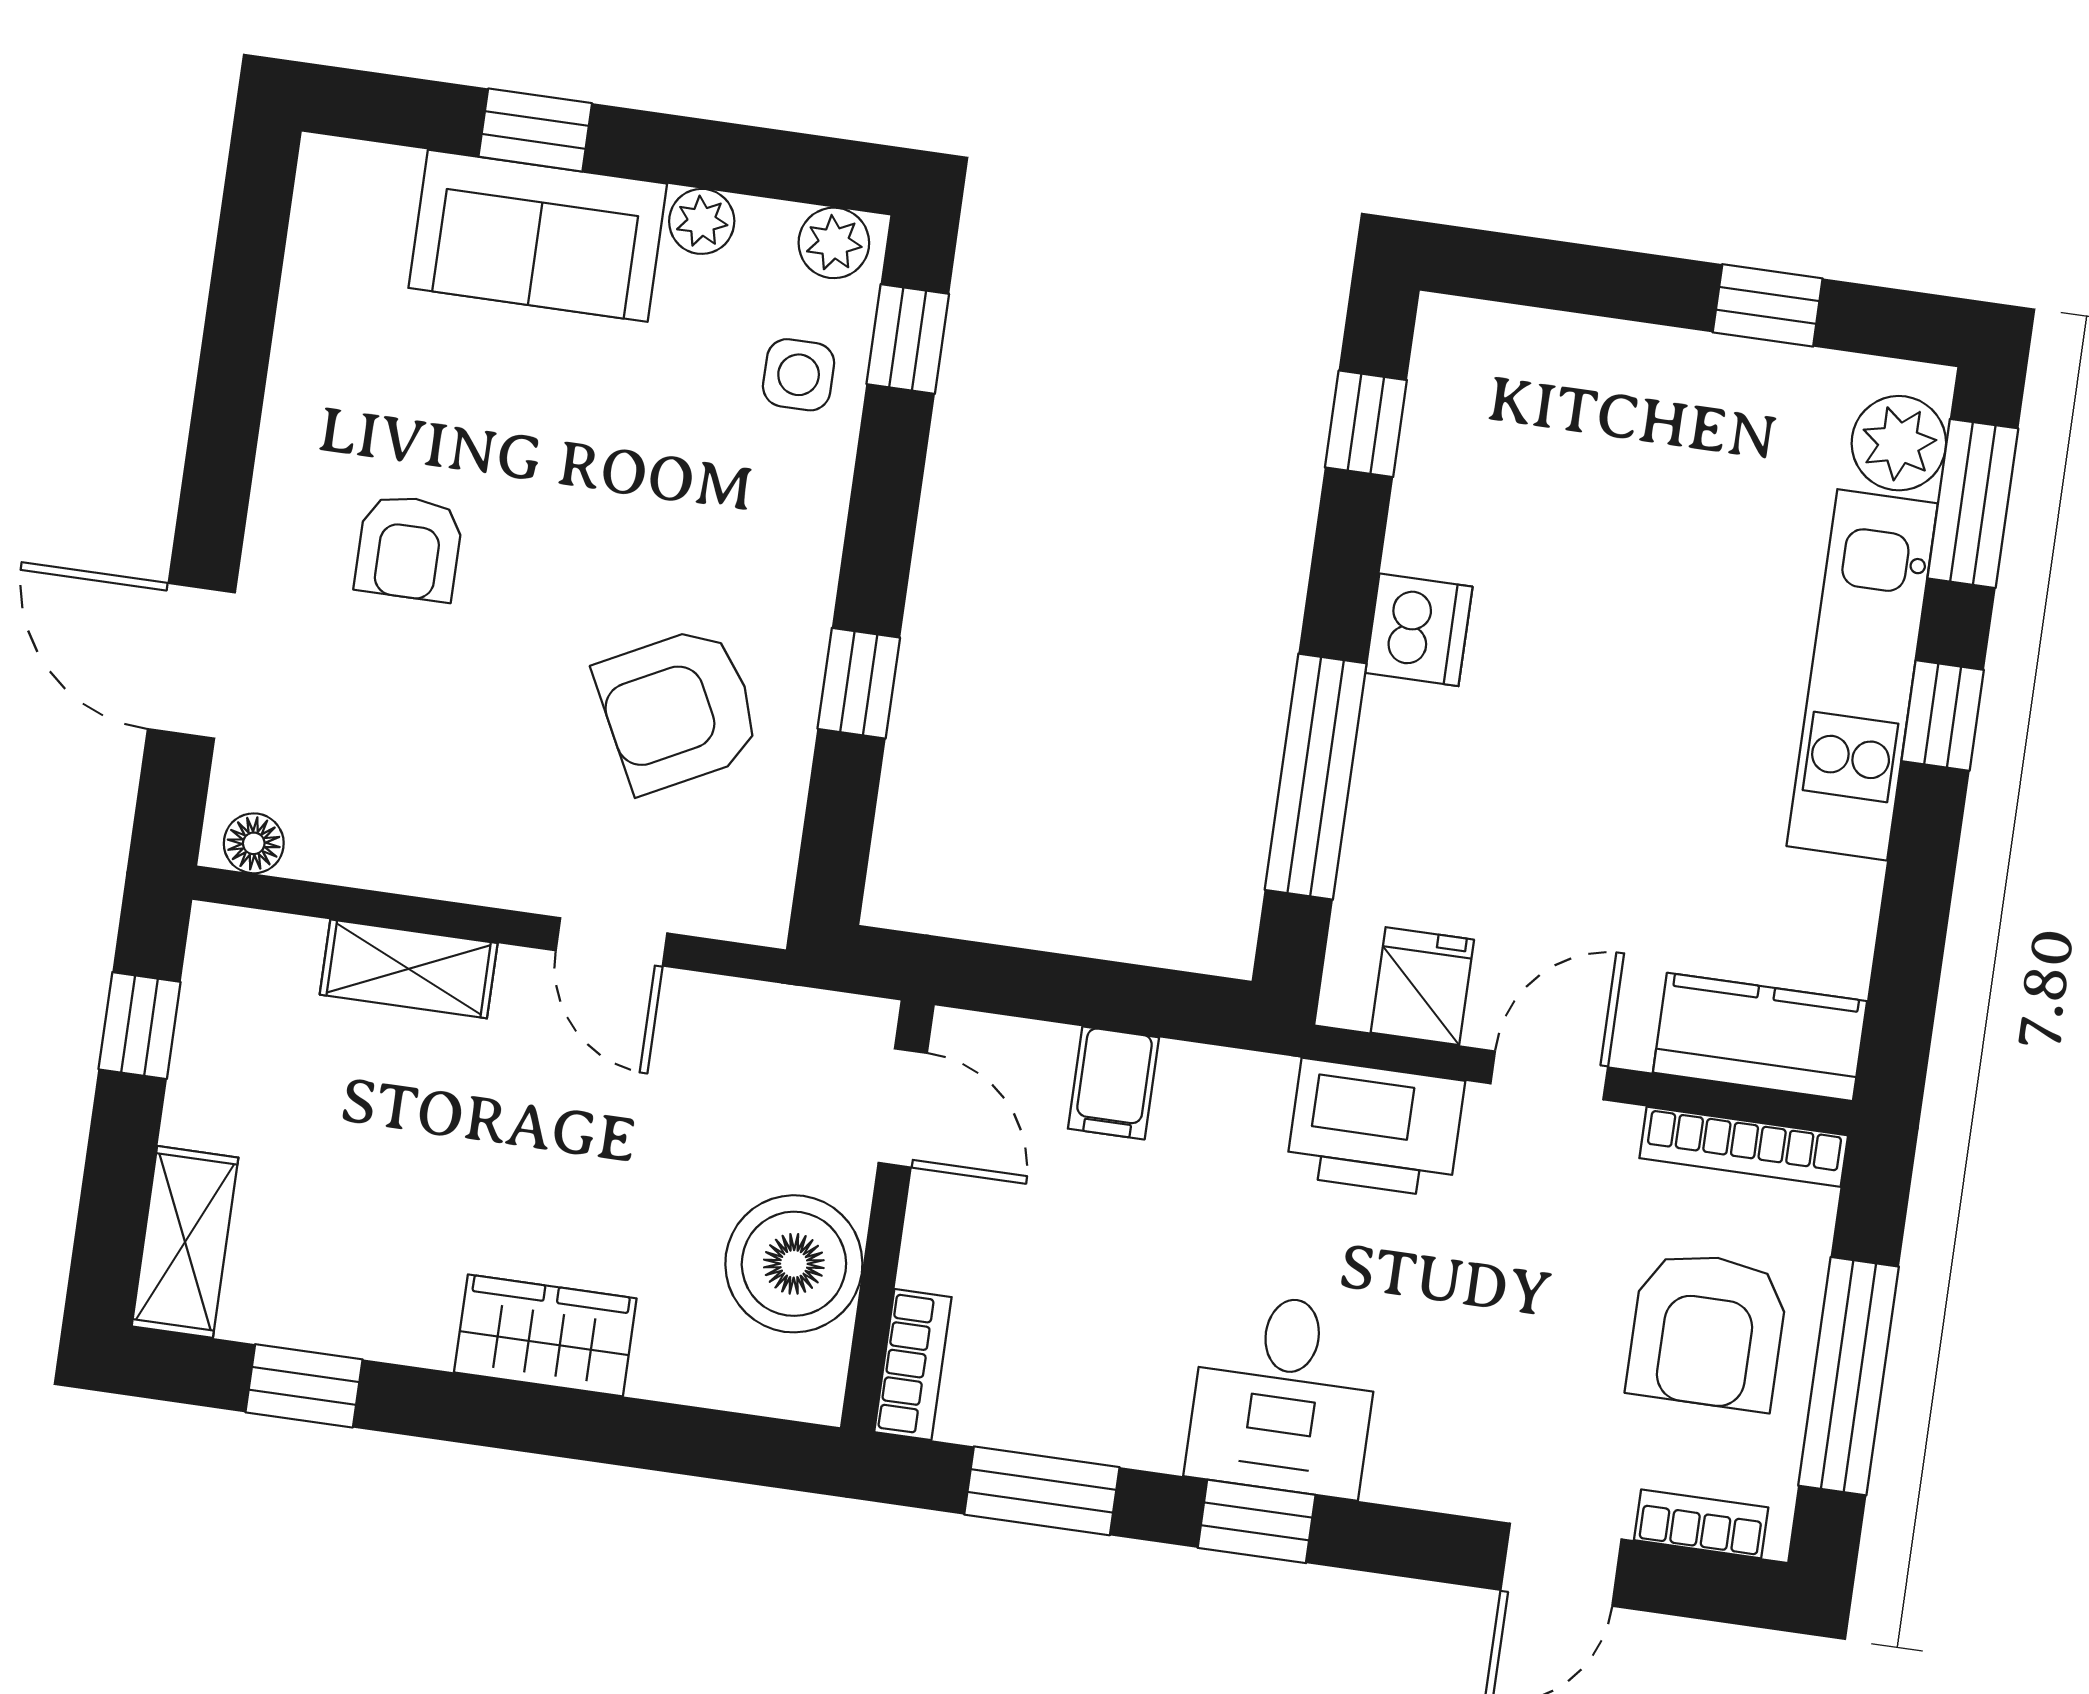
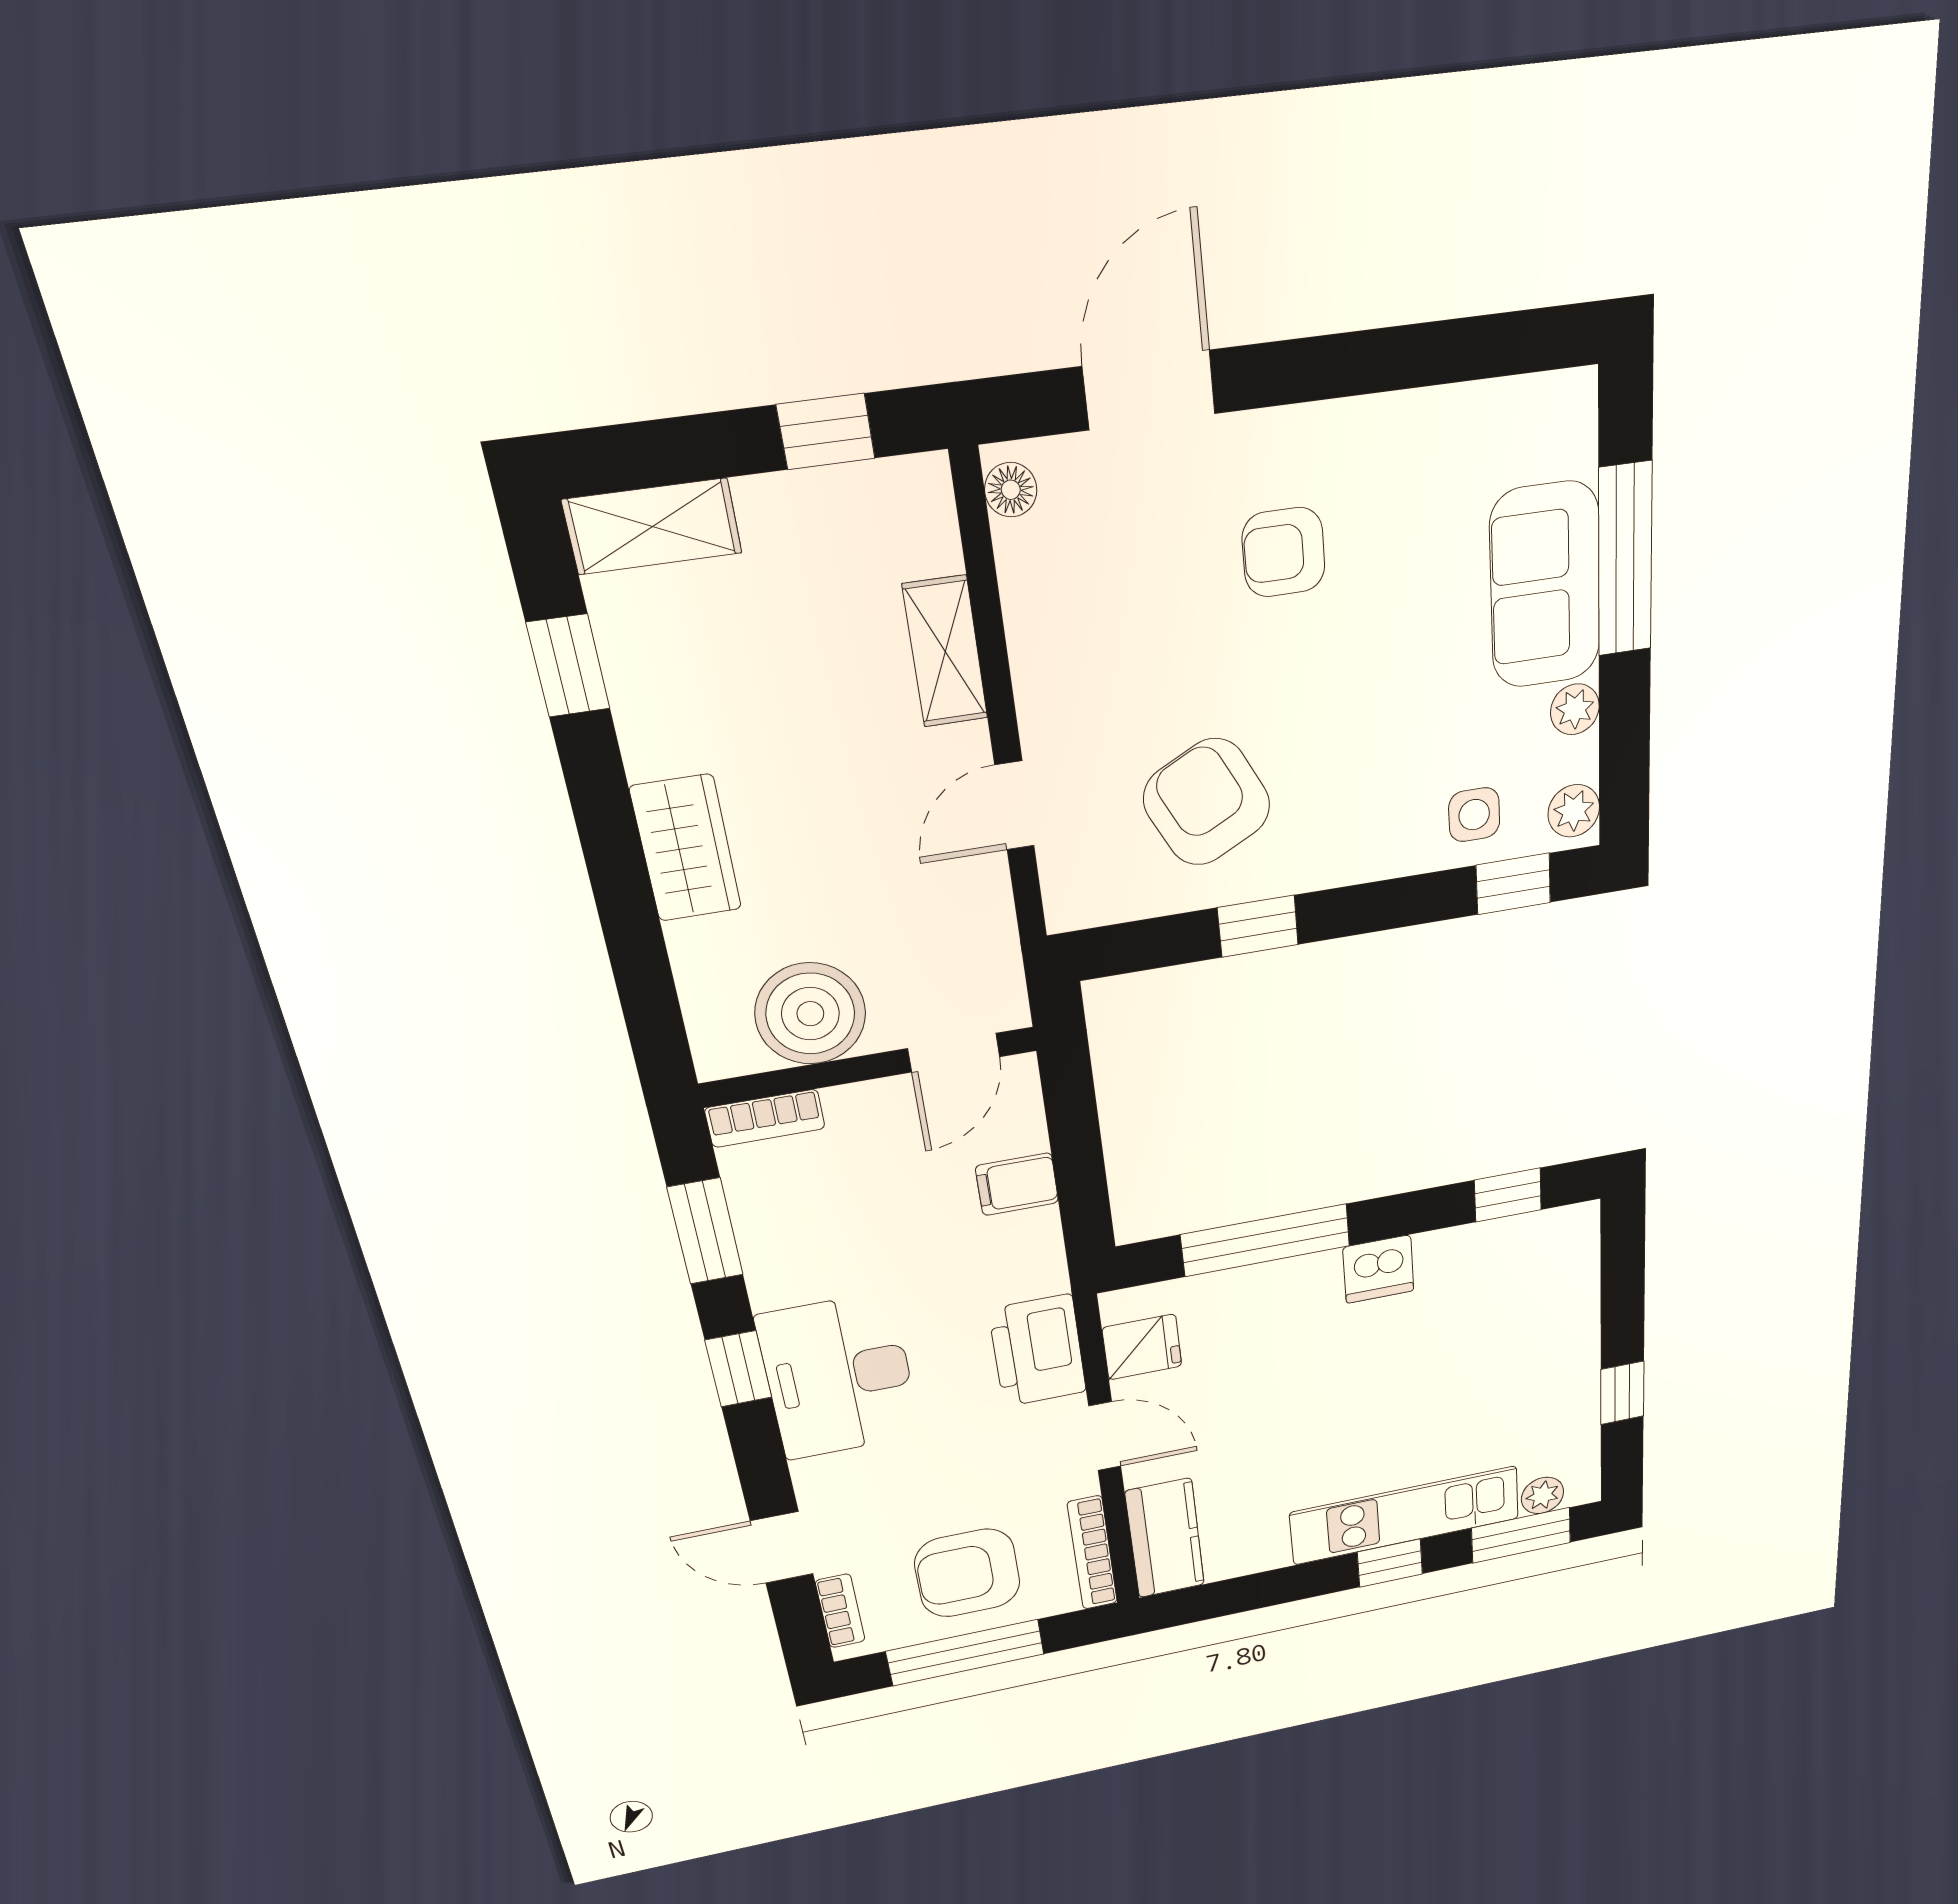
window: (535, 130) -> (1625, 560), width x2.17
plant: (1899, 443) -> (1543, 1495), width x0.73, depth x0.73
desk: (1284, 1394) -> (839, 1376), width x1.37

